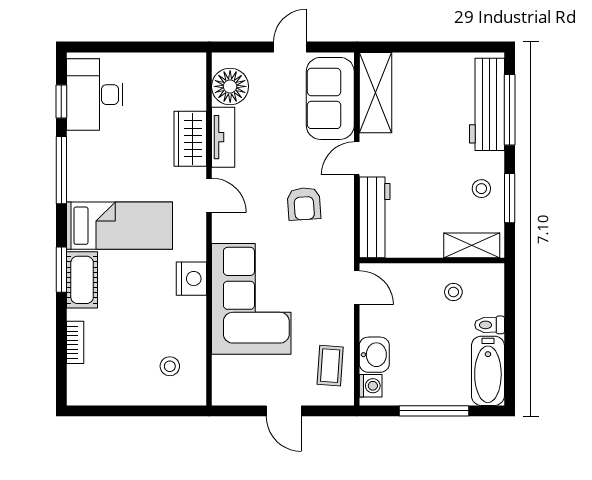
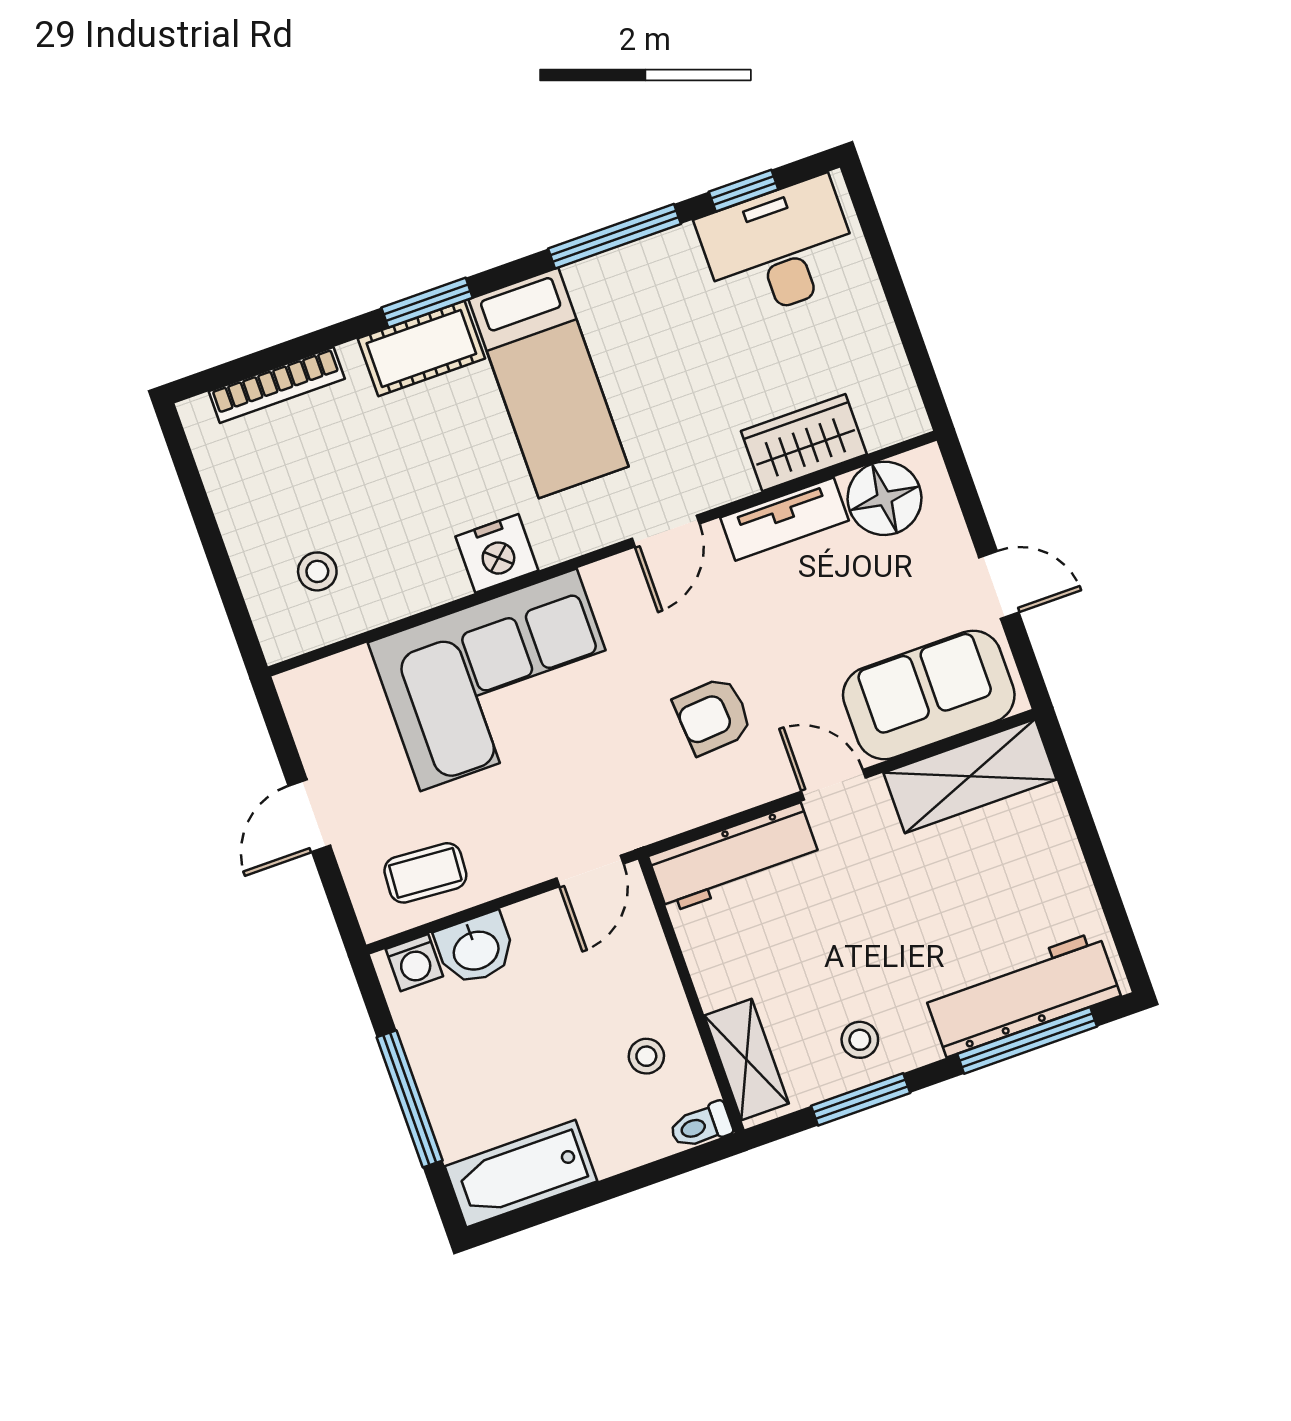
wardrobe: (190, 139) -> (804, 443), moved
toilet: (490, 325) -> (701, 1126), moved, turned -90
bookcase: (75, 342) -> (277, 385), width x1.56

